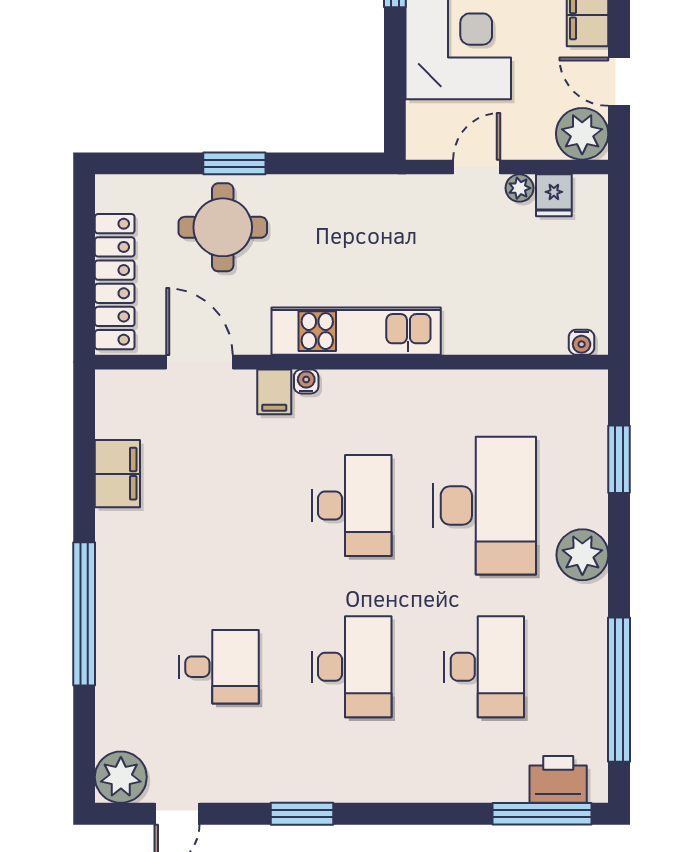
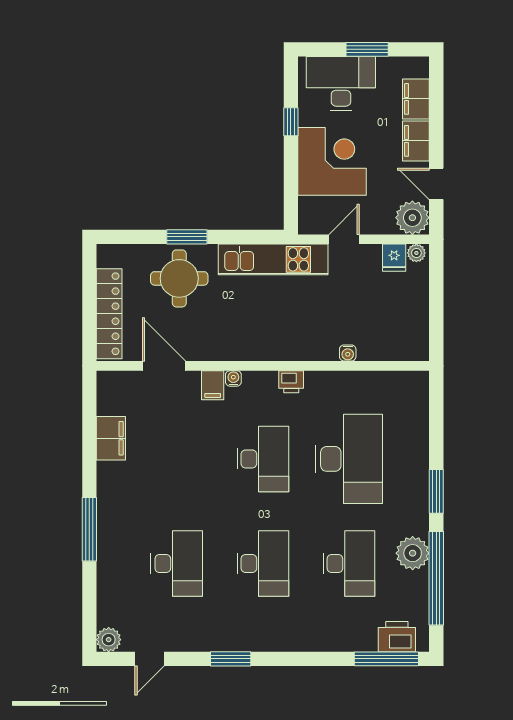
plant: (519, 188) -> (416, 253), moved
kitchen unit: (356, 331) -> (273, 259), moved, turned 180
water cooler: (582, 342) -> (348, 353), moved
printer: (395, 387) -> (291, 382), added
window: (619, 459) -> (436, 491), moved
plant: (582, 555) -> (413, 553), moved
window: (84, 614) -> (89, 529), width x0.68
desk: (219, 667) -> (177, 564), width x1.37
plant: (121, 777) -> (109, 640), width x0.73, depth x0.73

